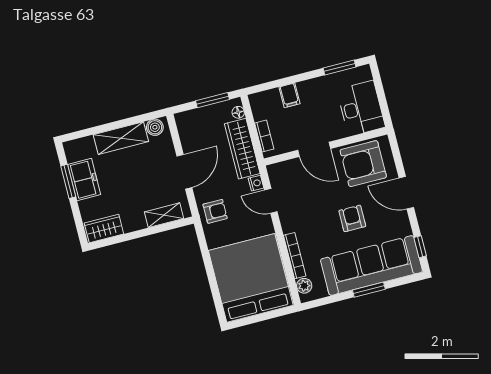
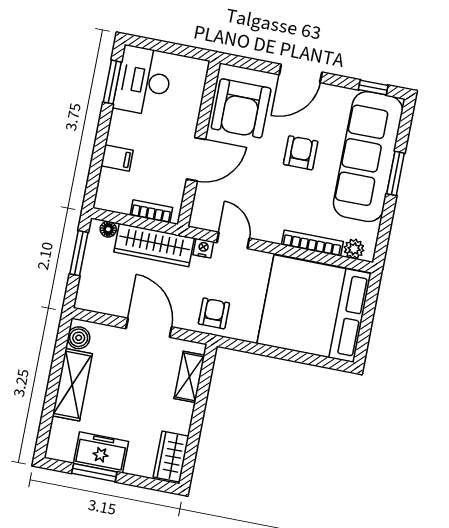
desk: (361, 108) -> (143, 81), moved, turned -90
door: (271, 201) -> (233, 240), swing flipped
armchair: (352, 218) -> (301, 153), turned 90

